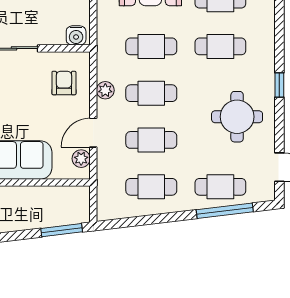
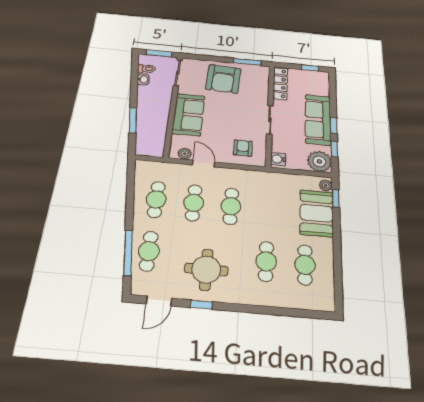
cafe table: (151, 46) -> (268, 209), removed
armchair: (64, 83) -> (243, 148), turned -90
window: (279, 85) -> (201, 305), moved
plant: (105, 90) -> (235, 174), removed
window: (62, 230) -> (133, 120), moved

